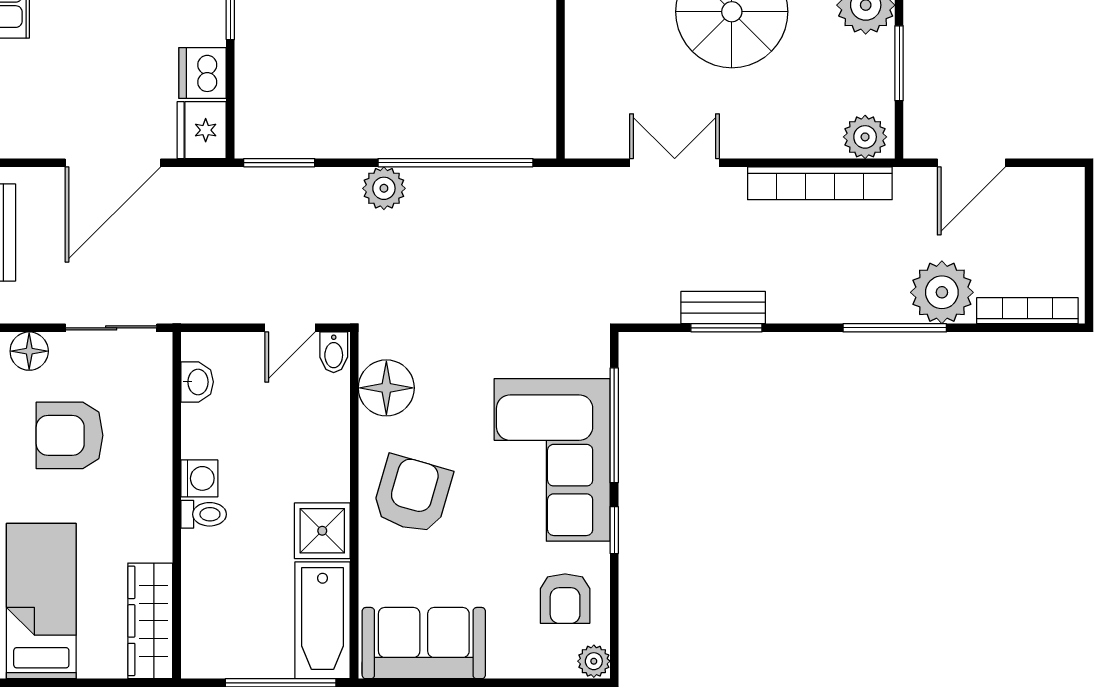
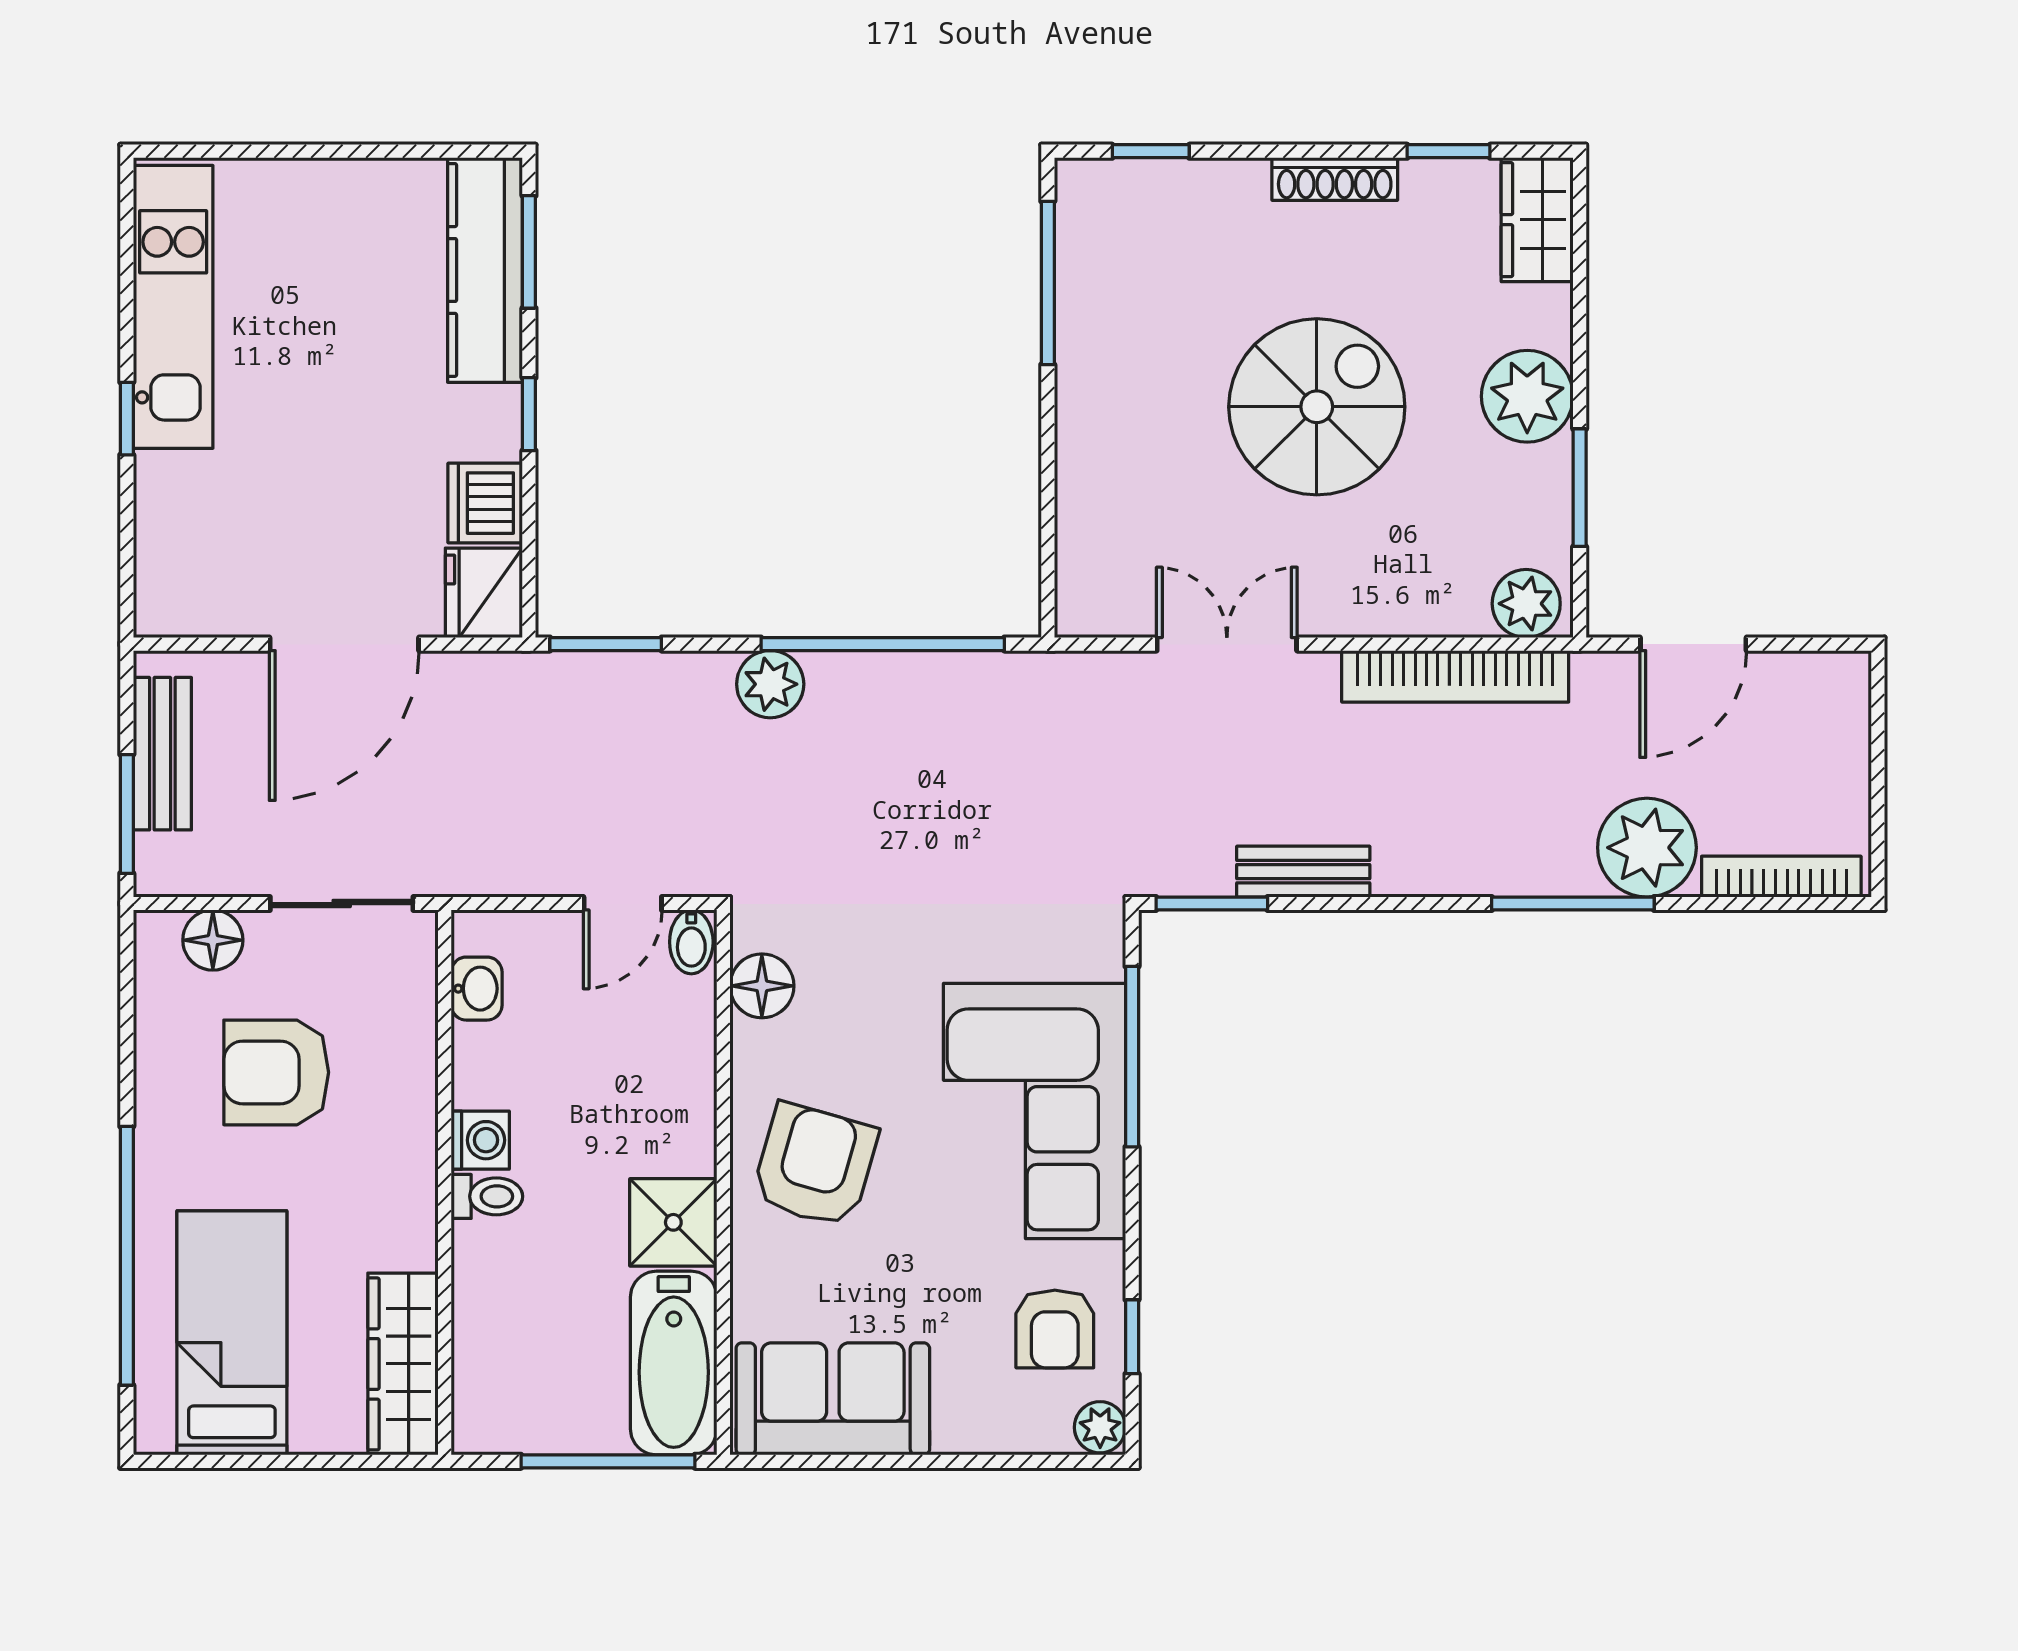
window: (726, 328) -> (1212, 904), moved
floor lamp: (386, 388) -> (762, 986), width x0.73, depth x0.73
window: (614, 530) -> (1132, 1337), moved

